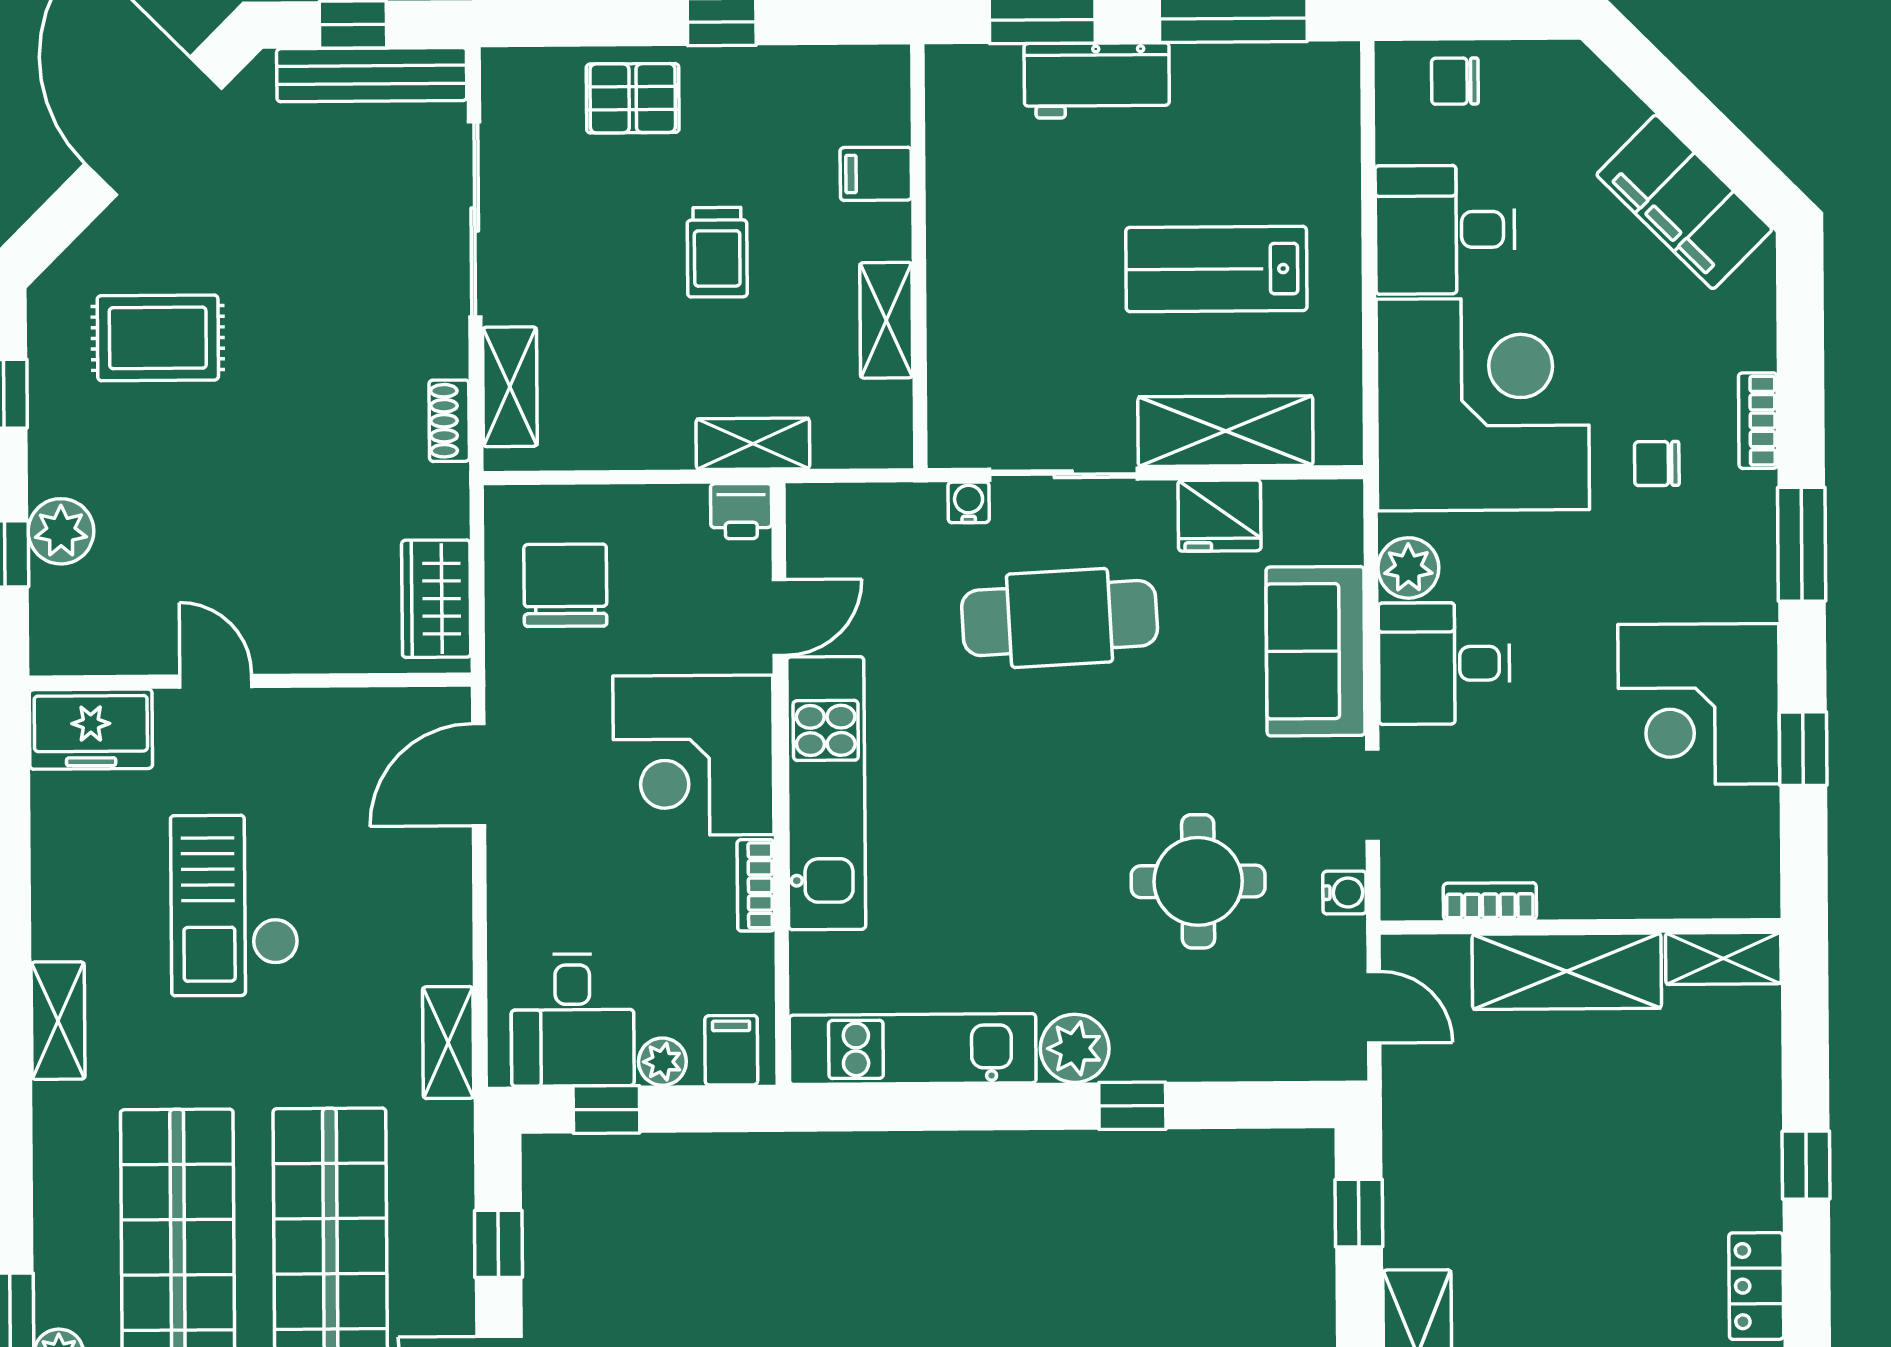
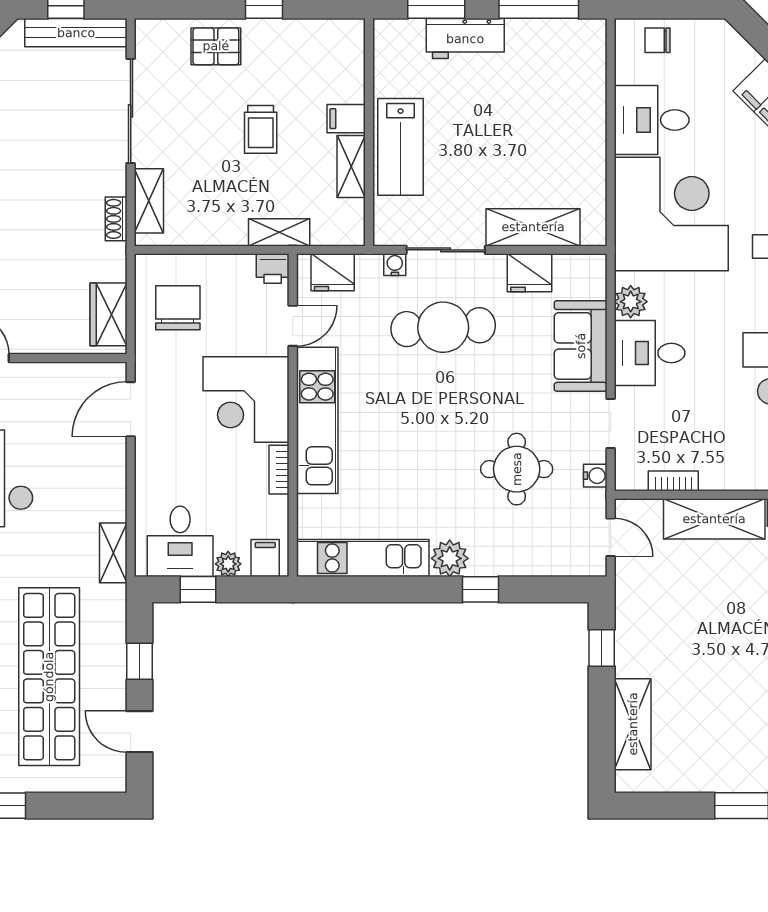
filing cabinet: (876, 174) -> (346, 119), moved
lab bench: (1216, 269) -> (401, 147), moved, turned -90
fridge: (853, 517) -> (333, 272), added

